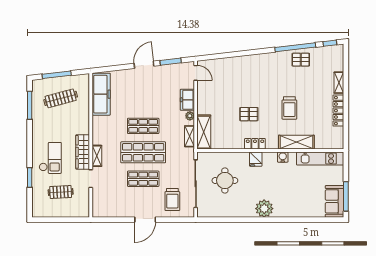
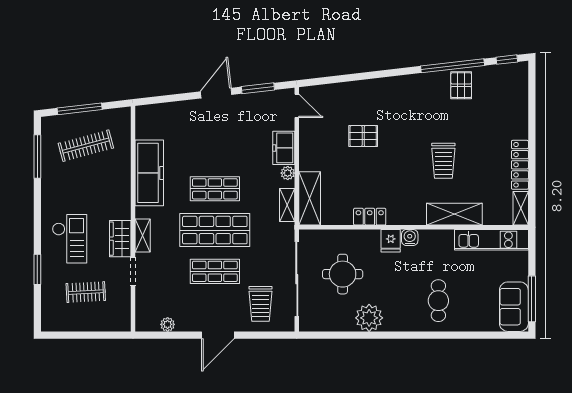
pallet: (301, 60) -> (461, 85), turned 90
shelving: (339, 83) -> (521, 208), moved
freezer: (101, 94) -> (149, 173), moved
pallet: (249, 114) -> (363, 136), moved
locker: (255, 144) -> (370, 217), moved
wardrobe: (83, 152) -> (120, 239), width x0.67
water cooler: (283, 157) -> (410, 237), moved
cafe table: (286, 197) -> (438, 301), added
plant: (264, 209) -> (369, 318), moved
plant: (113, 213) -> (168, 324), added

